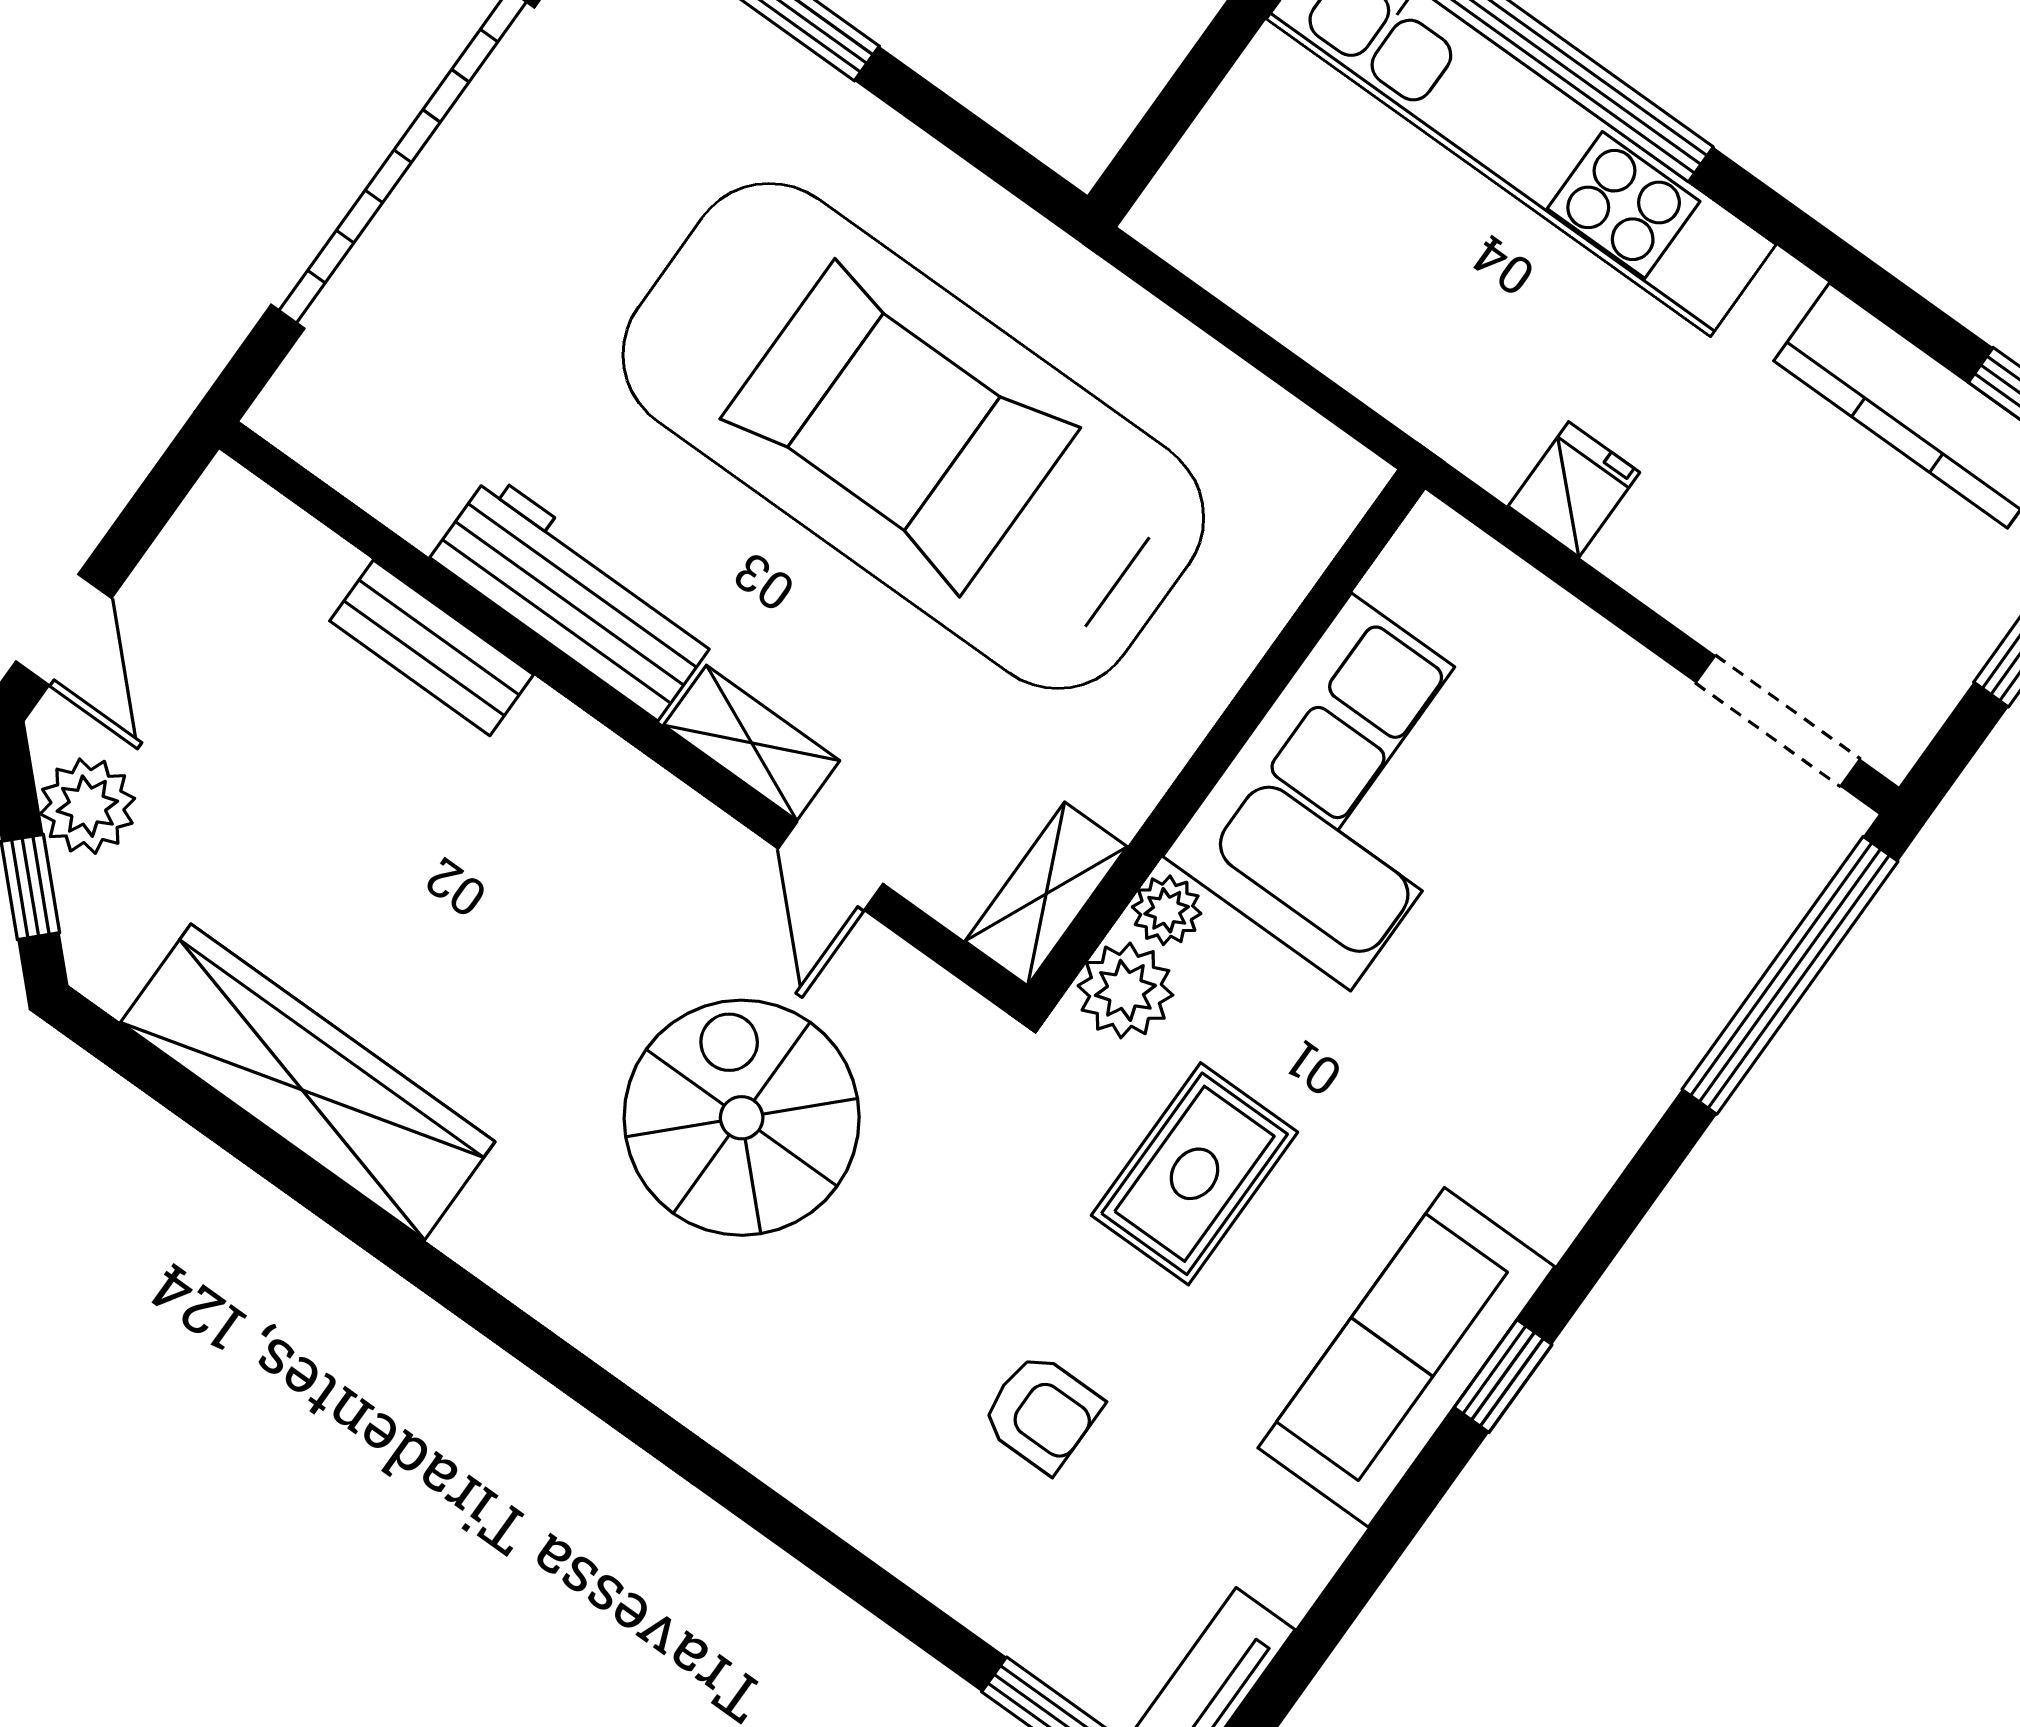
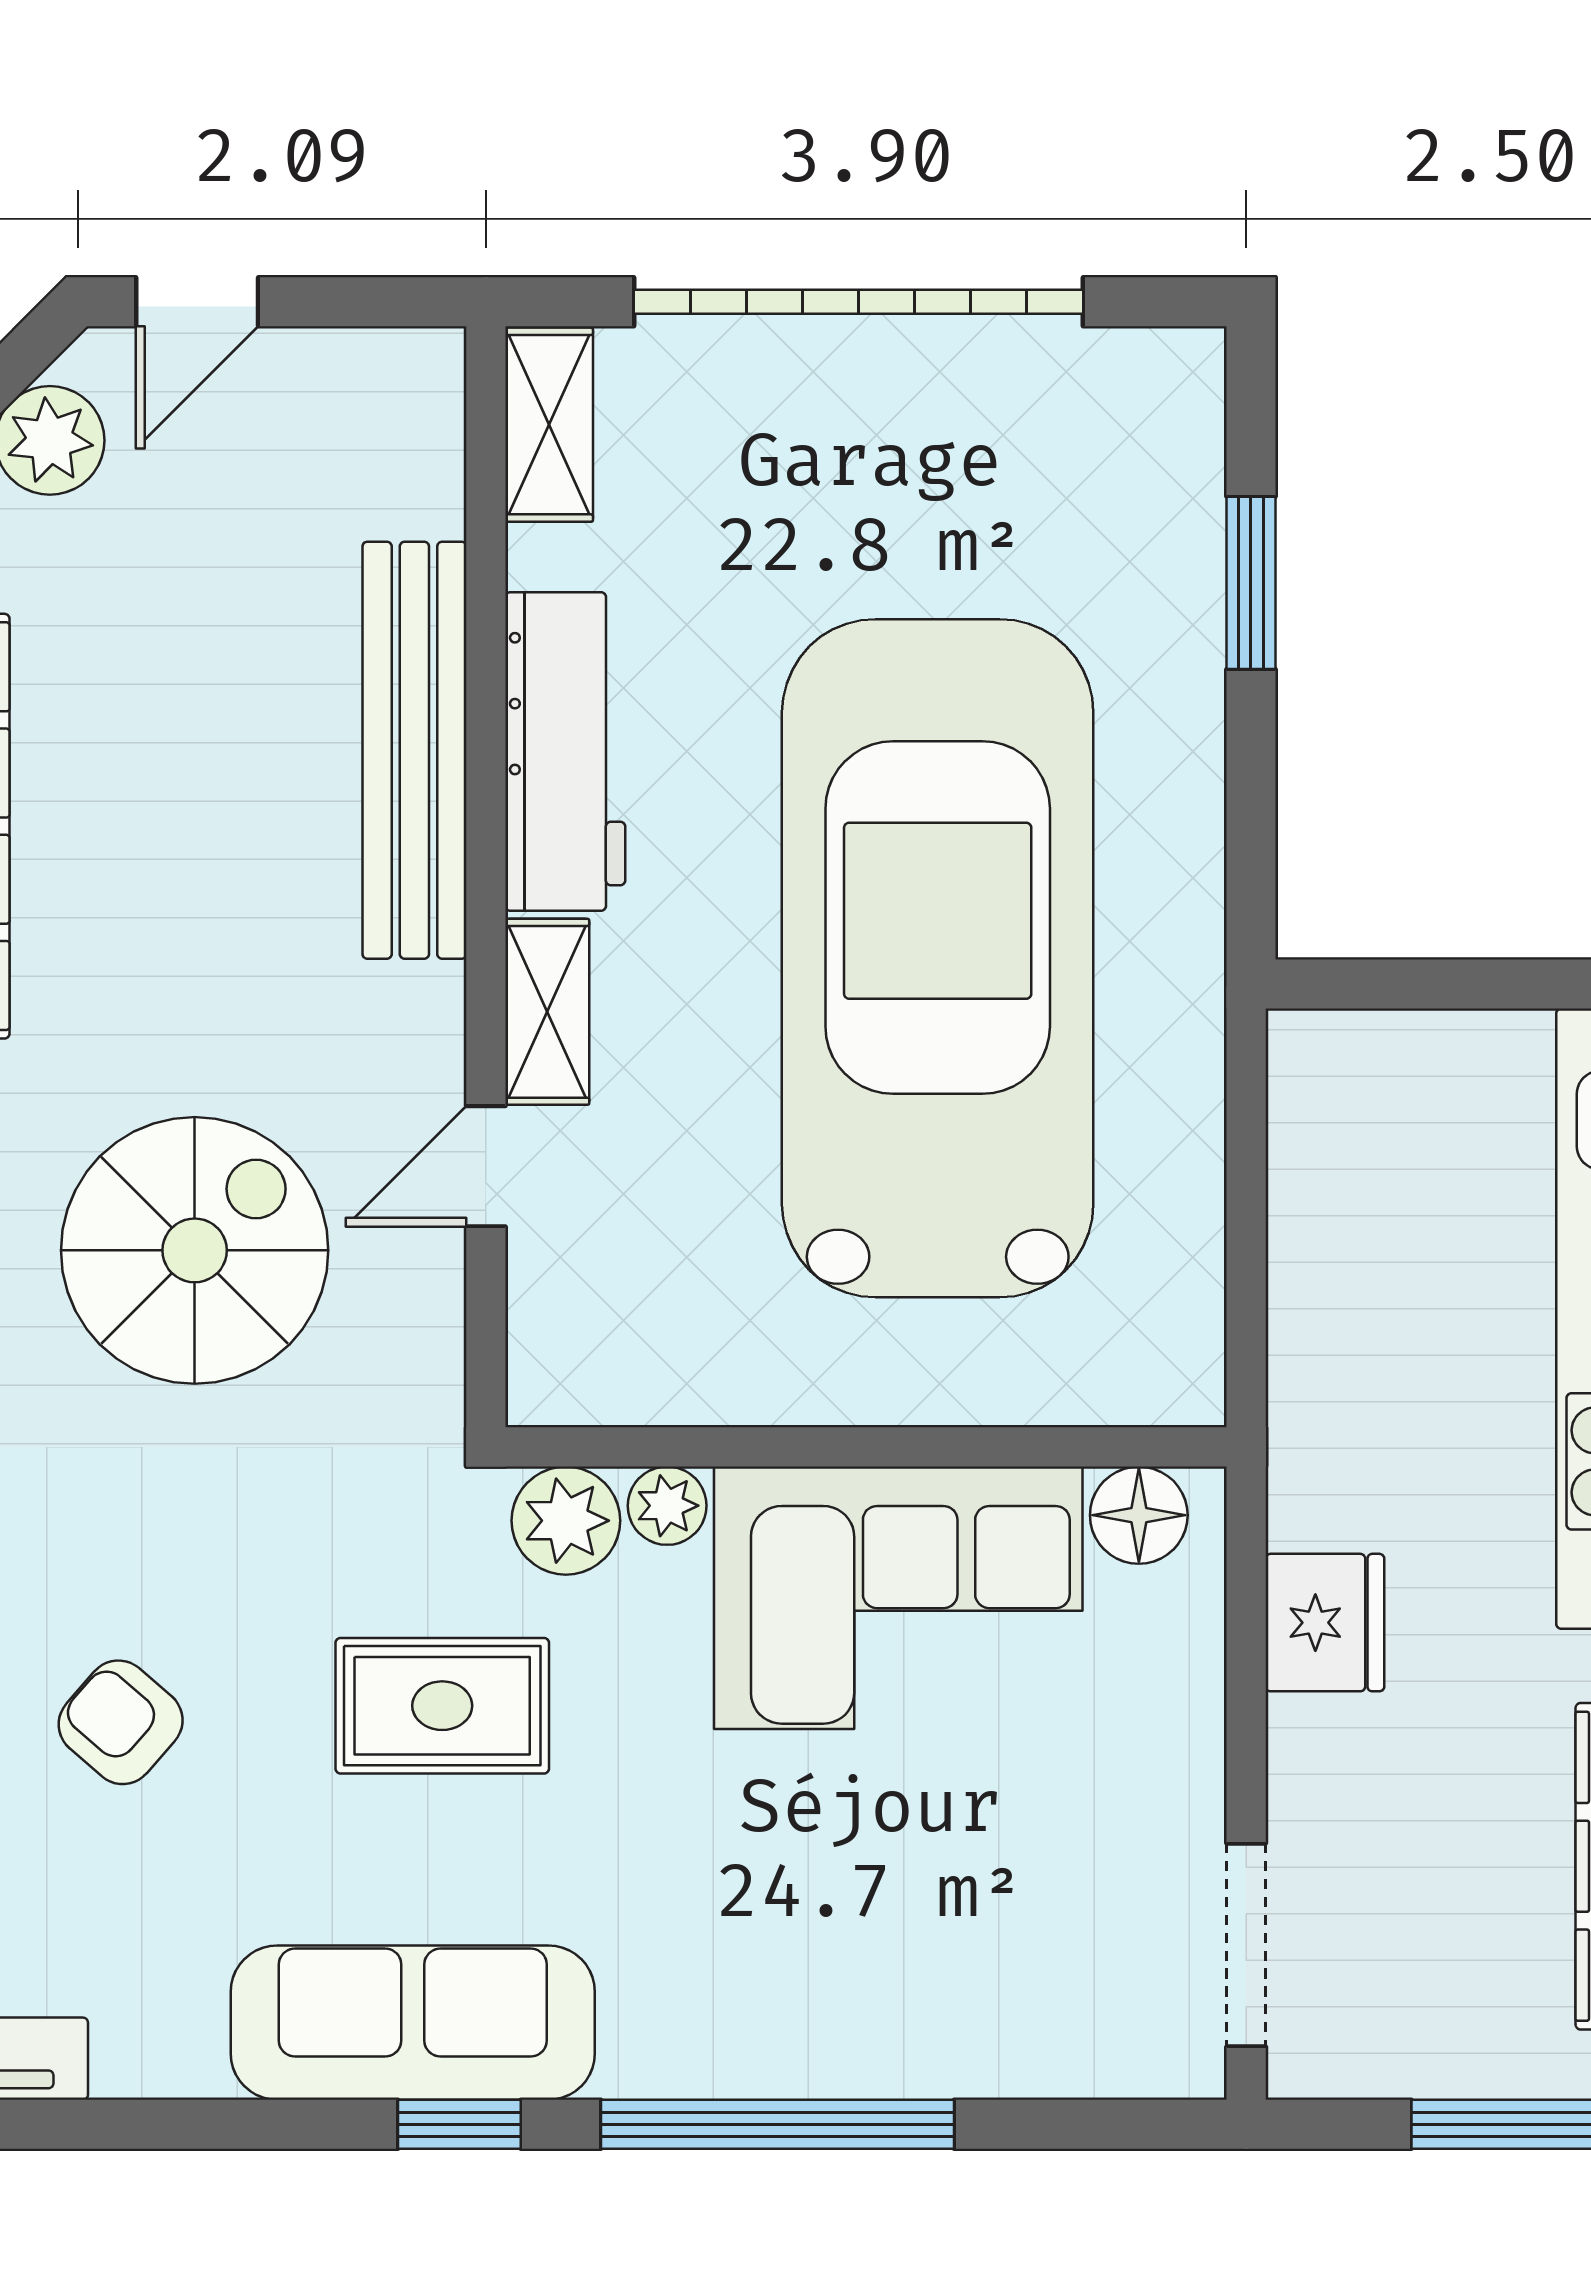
fridge: (1574, 489) -> (1325, 1623), width x1.38
floor lamp: (1415, 577) -> (1139, 1515), added
bench: (432, 648) -> (414, 750), width x1.86, depth x1.21
shelving: (1046, 894) -> (549, 425), moved, turned 90
window: (1790, 975) -> (778, 2124), moved
armchair: (1042, 1413) -> (121, 1722), turned 131

